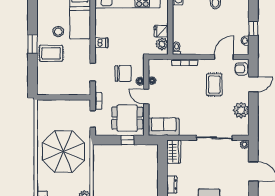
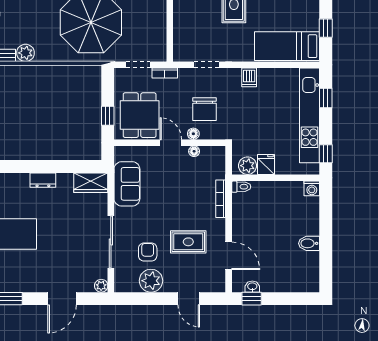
window: (253, 28) -> (252, 299), moved
stool: (58, 32) -> (266, 15), removed
armchair: (241, 69) -> (148, 252), moved
door: (146, 97) -> (171, 143), hinge flipped
sofa: (164, 127) -> (127, 184), moved

